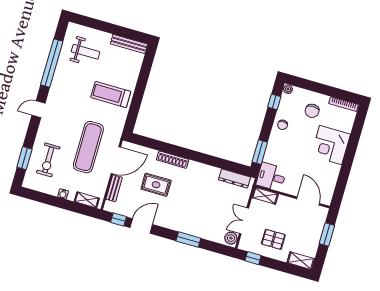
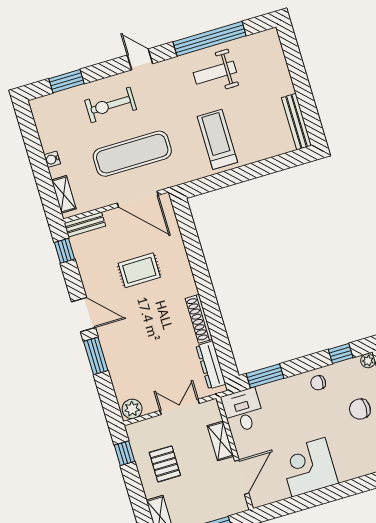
weight bench: (86, 52) -> (215, 73), moved, turned 90
corner desk: (331, 145) -> (309, 467), moved
exercise bike: (48, 160) -> (111, 105), moved
shoe rack: (173, 160) -> (199, 319), moved
rug: (156, 185) -> (139, 270), turned 90
bench: (114, 188) -> (85, 225), moved
shelving: (265, 196) -> (220, 441), moved
double door: (244, 221) -> (180, 407), moved
door: (141, 226) -> (83, 315), moved

